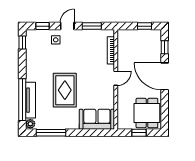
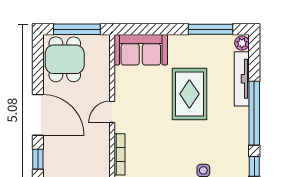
window: (22, 100) -> (254, 113), moved
window: (139, 133) -> (77, 29), width x2.17

